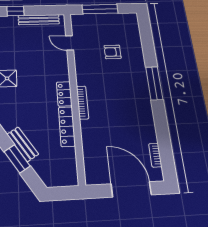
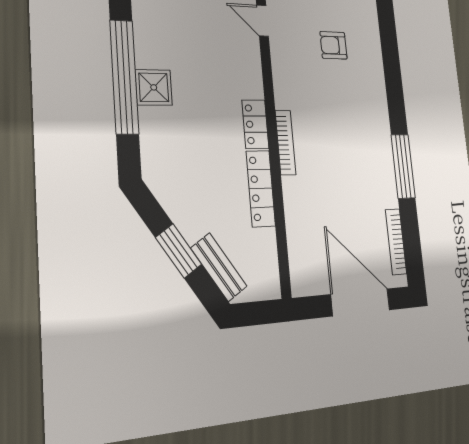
window: (154, 83) -> (403, 166), moved
bench: (23, 144) -> (219, 267), moved
bookcase: (155, 155) -> (396, 242), width x1.56

